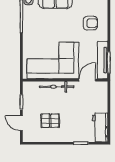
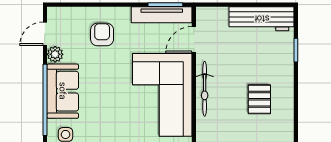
door: (87, 80) -> (194, 40), hinge flipped
workbench: (100, 127) -> (262, 19), width x1.38

